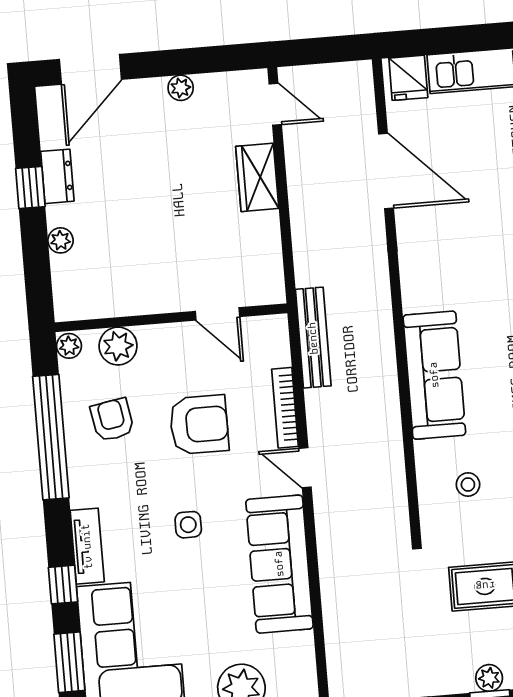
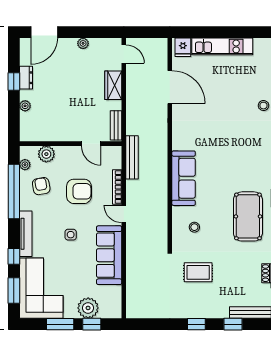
bench: (271, 268) -> (116, 125), added
plant: (69, 346) -> (25, 165), moved
tv unit: (87, 546) -> (26, 234), width x1.41
plant: (489, 678) -> (197, 312), removed

